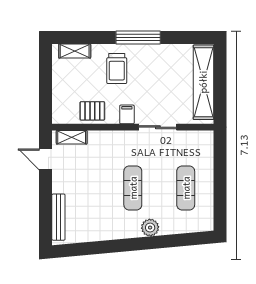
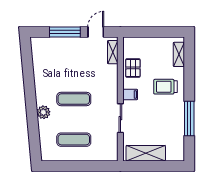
window: (138, 38) -> (189, 119), moved
shelving: (203, 82) -> (146, 153), width x0.68
window: (46, 200) -> (65, 32), added
bench: (58, 217) -> (51, 42), removed

